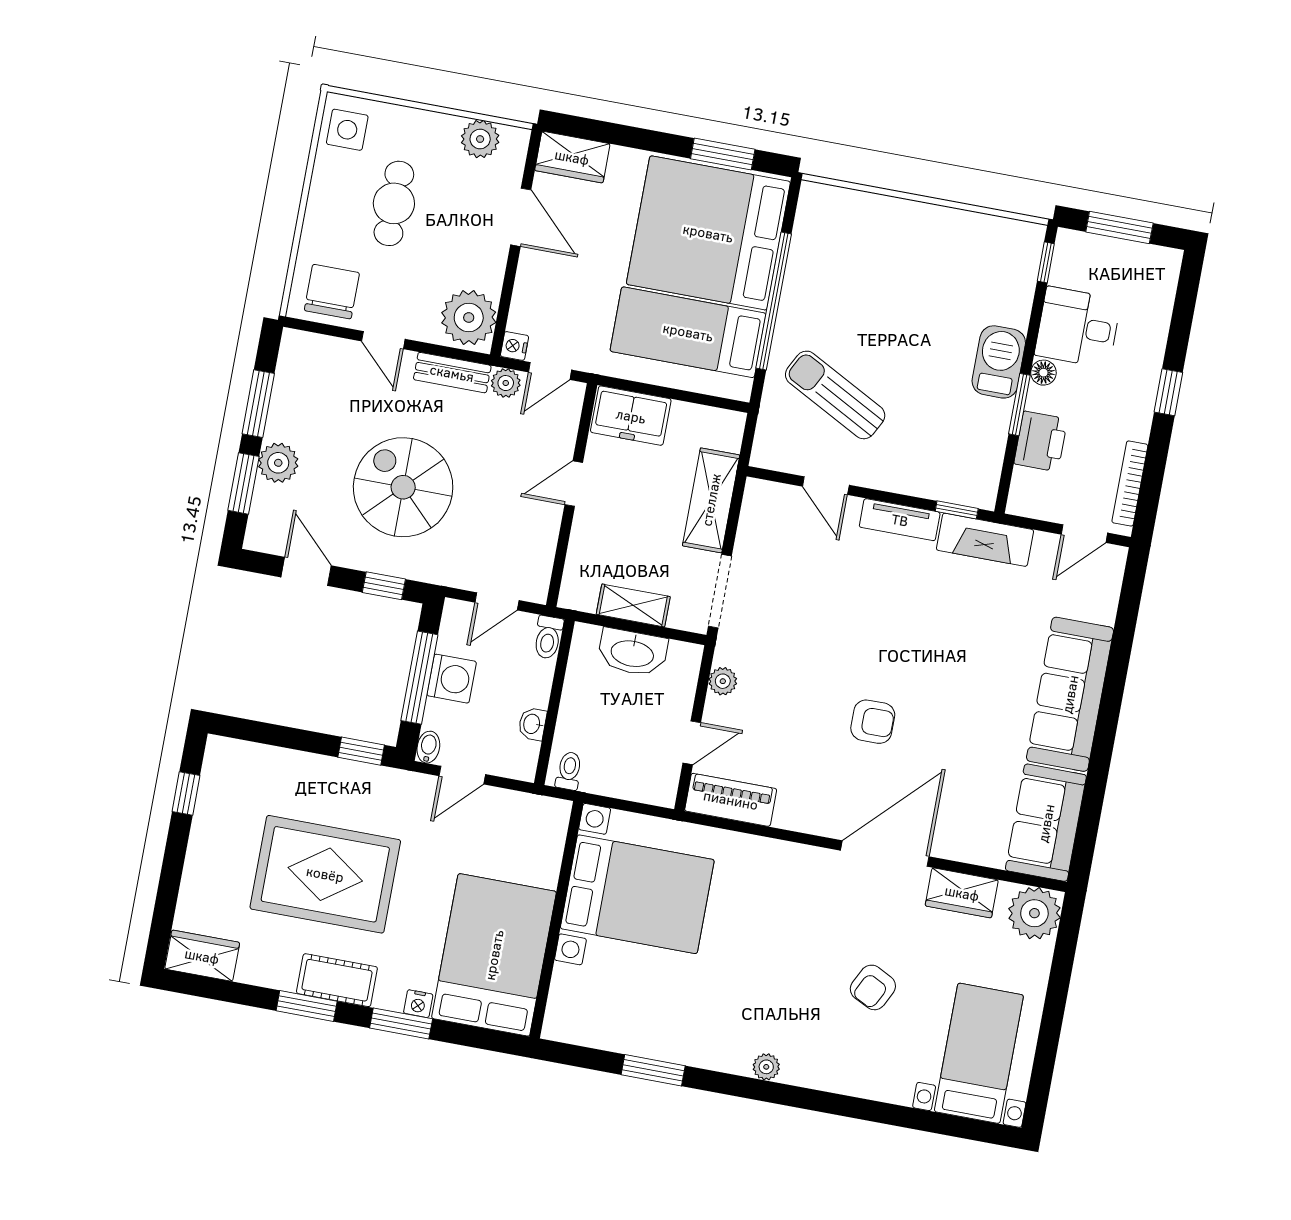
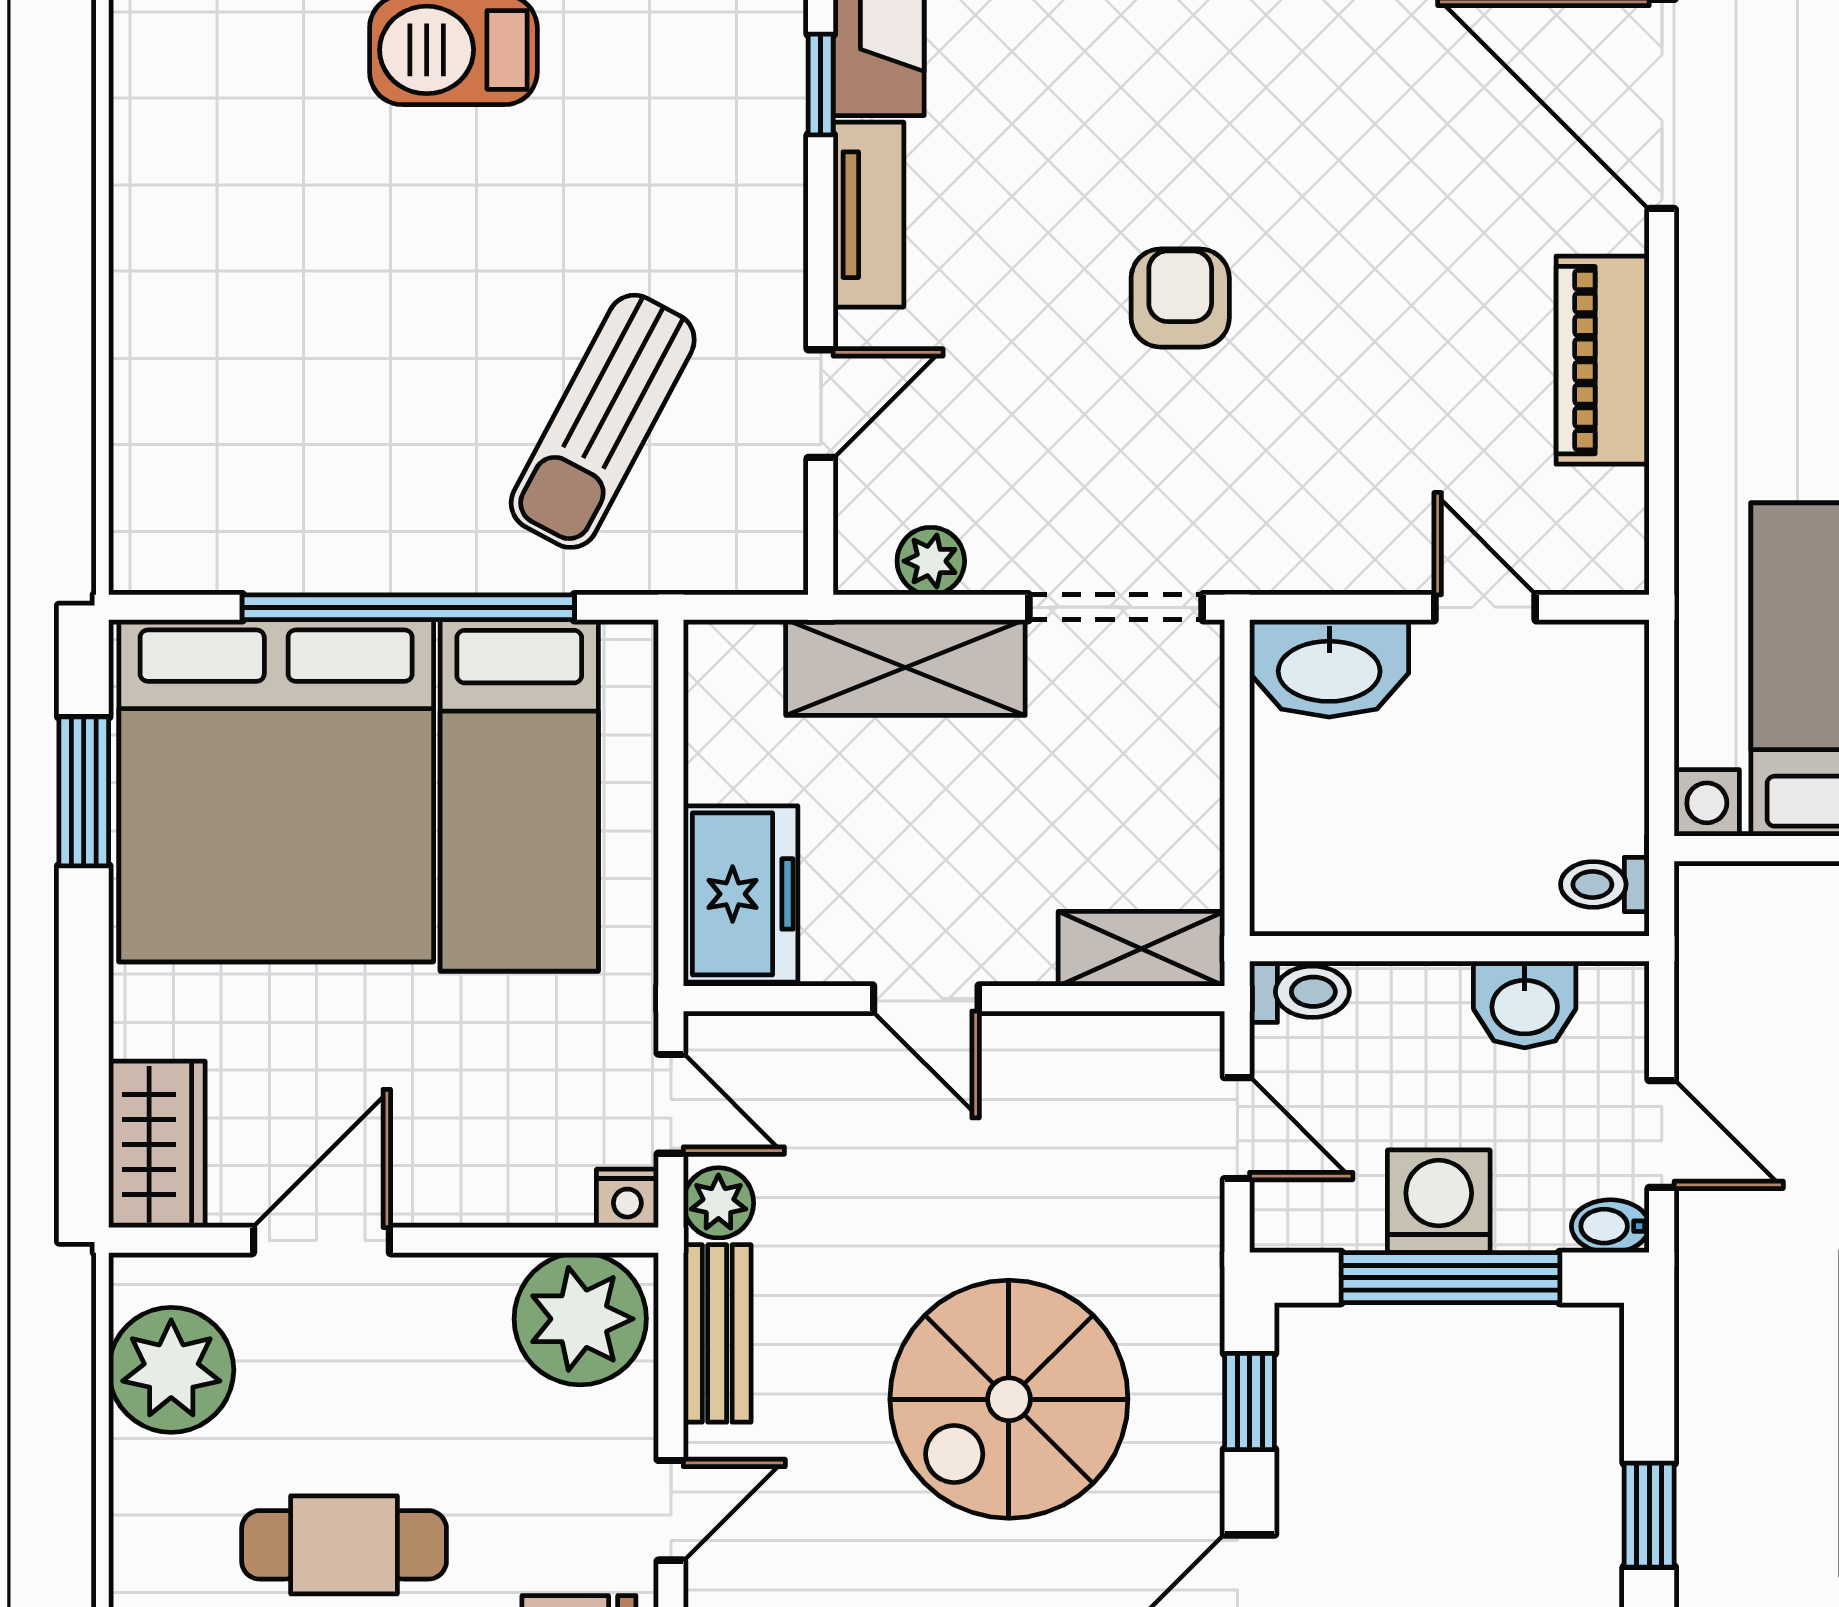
plant: (480, 139) -> (171, 1370), width x1.36, depth x1.36
shelving: (633, 605) -> (1141, 949), moved, turned 90
washbasin: (632, 652) -> (1329, 668), moved, turned 90
plant: (723, 681) -> (931, 561), moved
armchair: (873, 722) -> (1180, 298), moved
washbasin: (532, 724) -> (1525, 1004), width x1.38, depth x1.45
window: (361, 751) -> (1649, 1515), moved
piano: (731, 800) -> (1603, 360), moved

